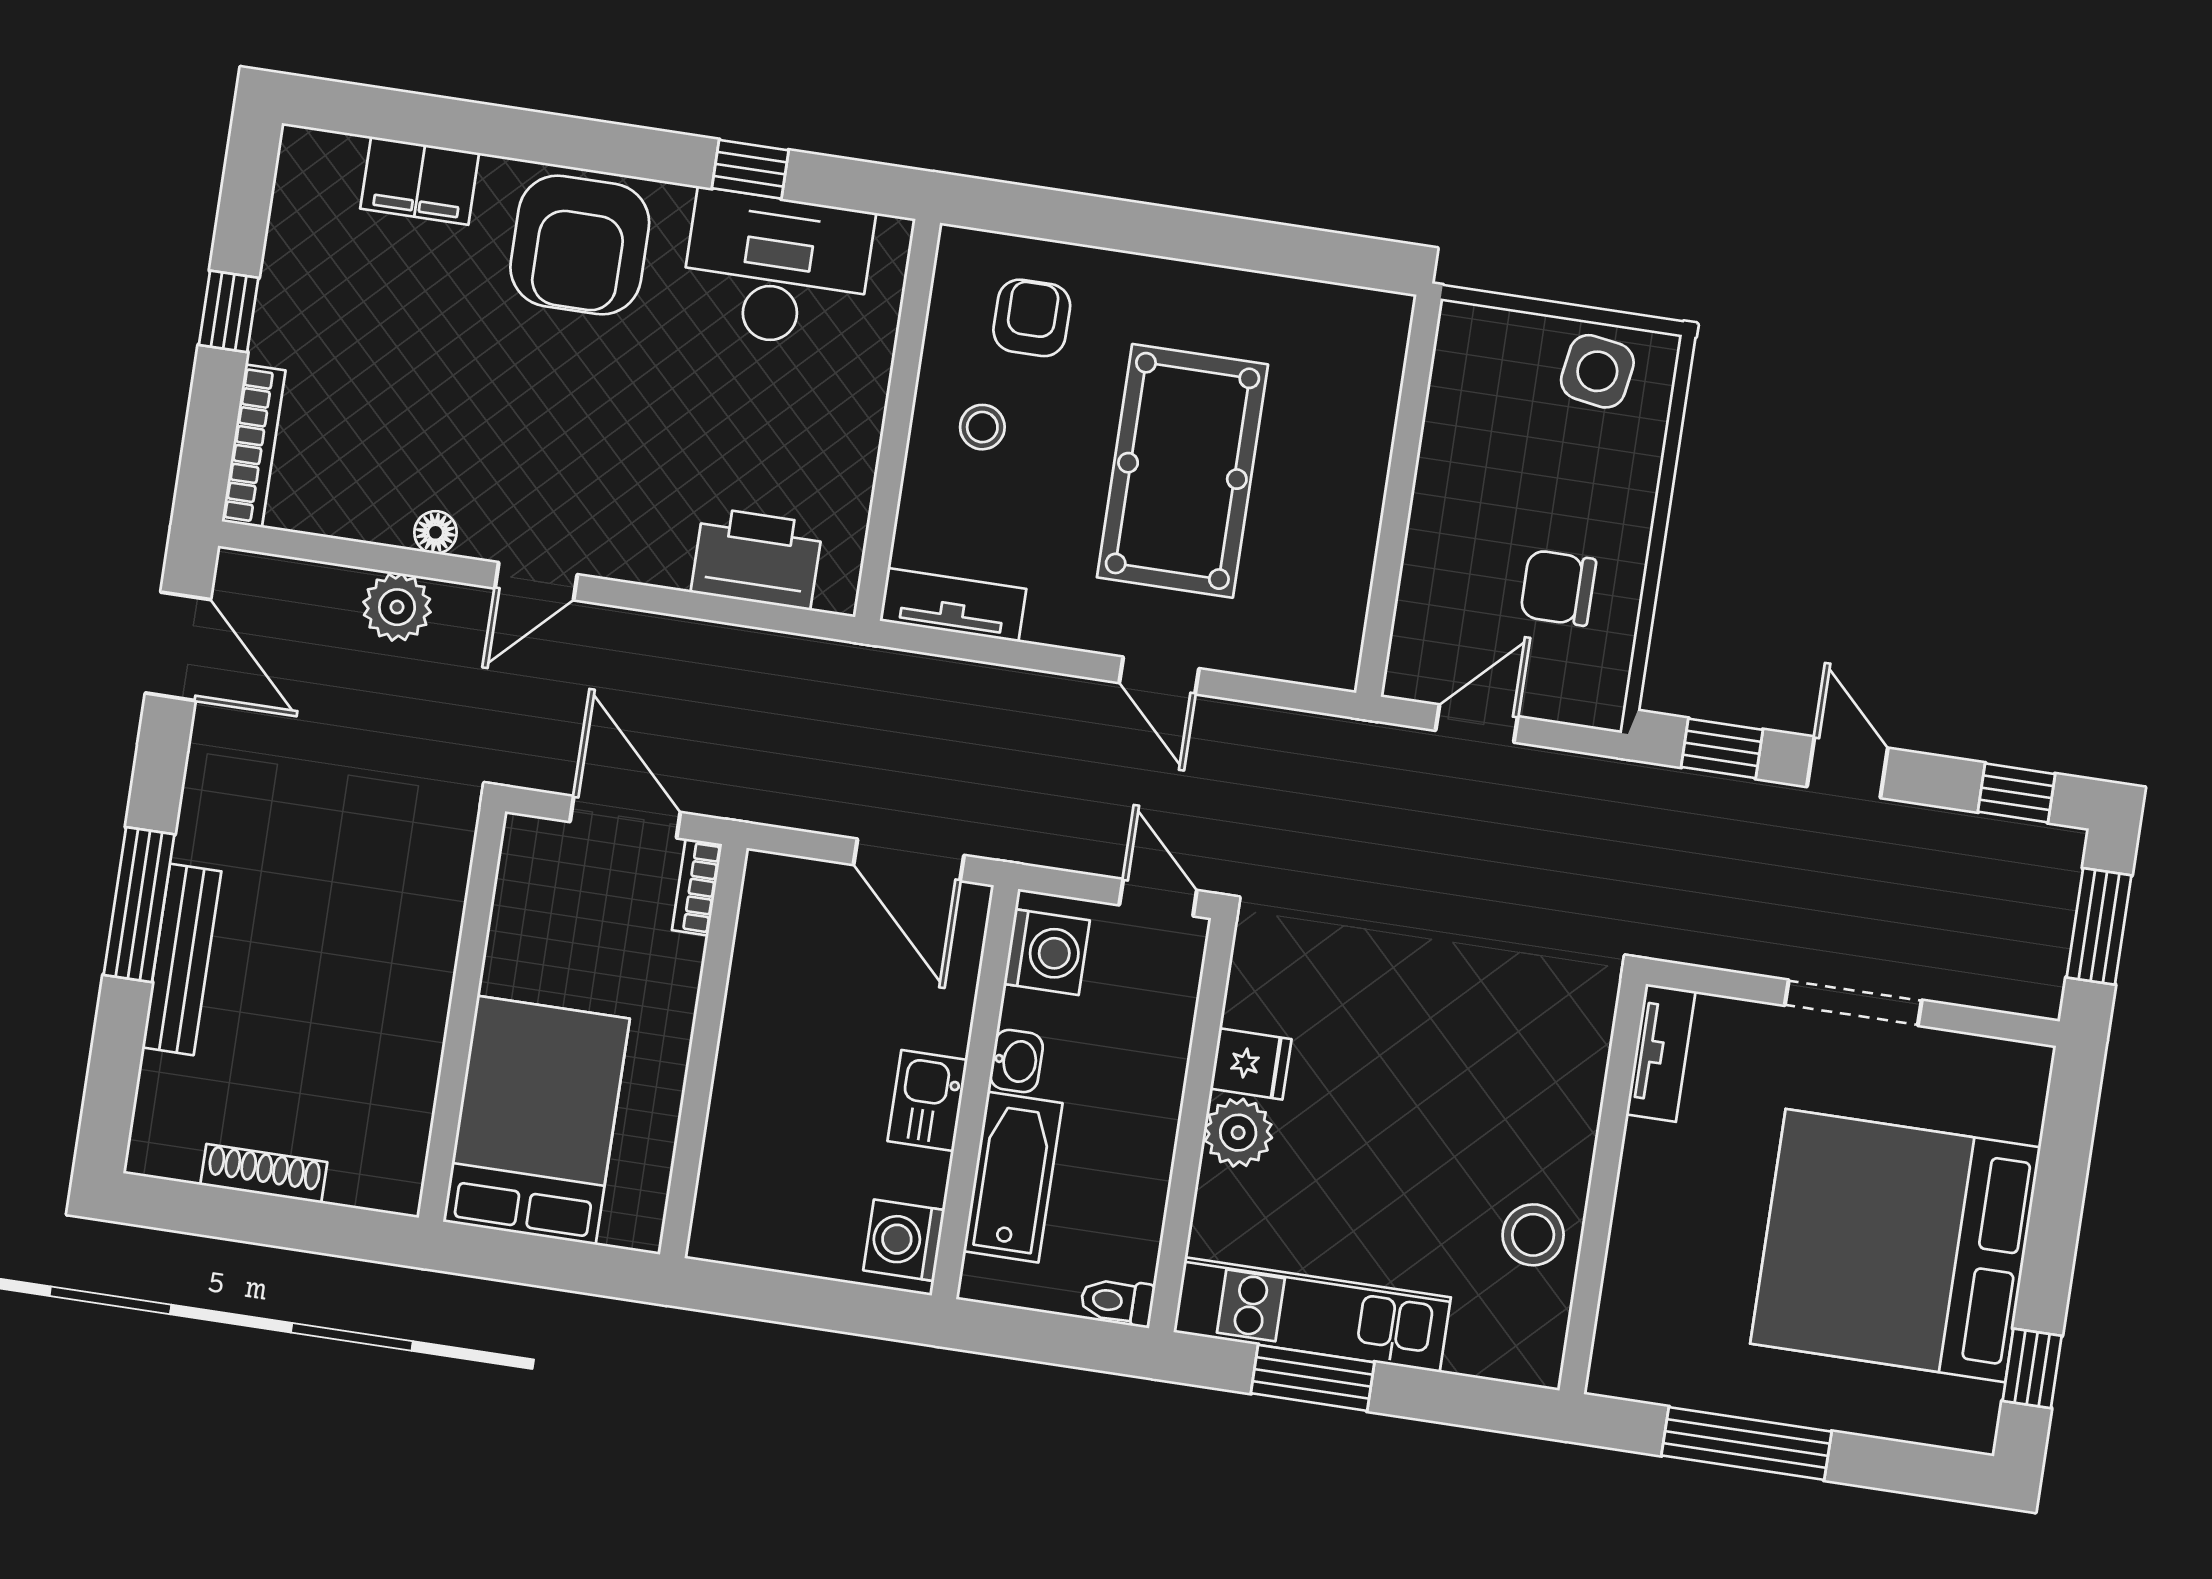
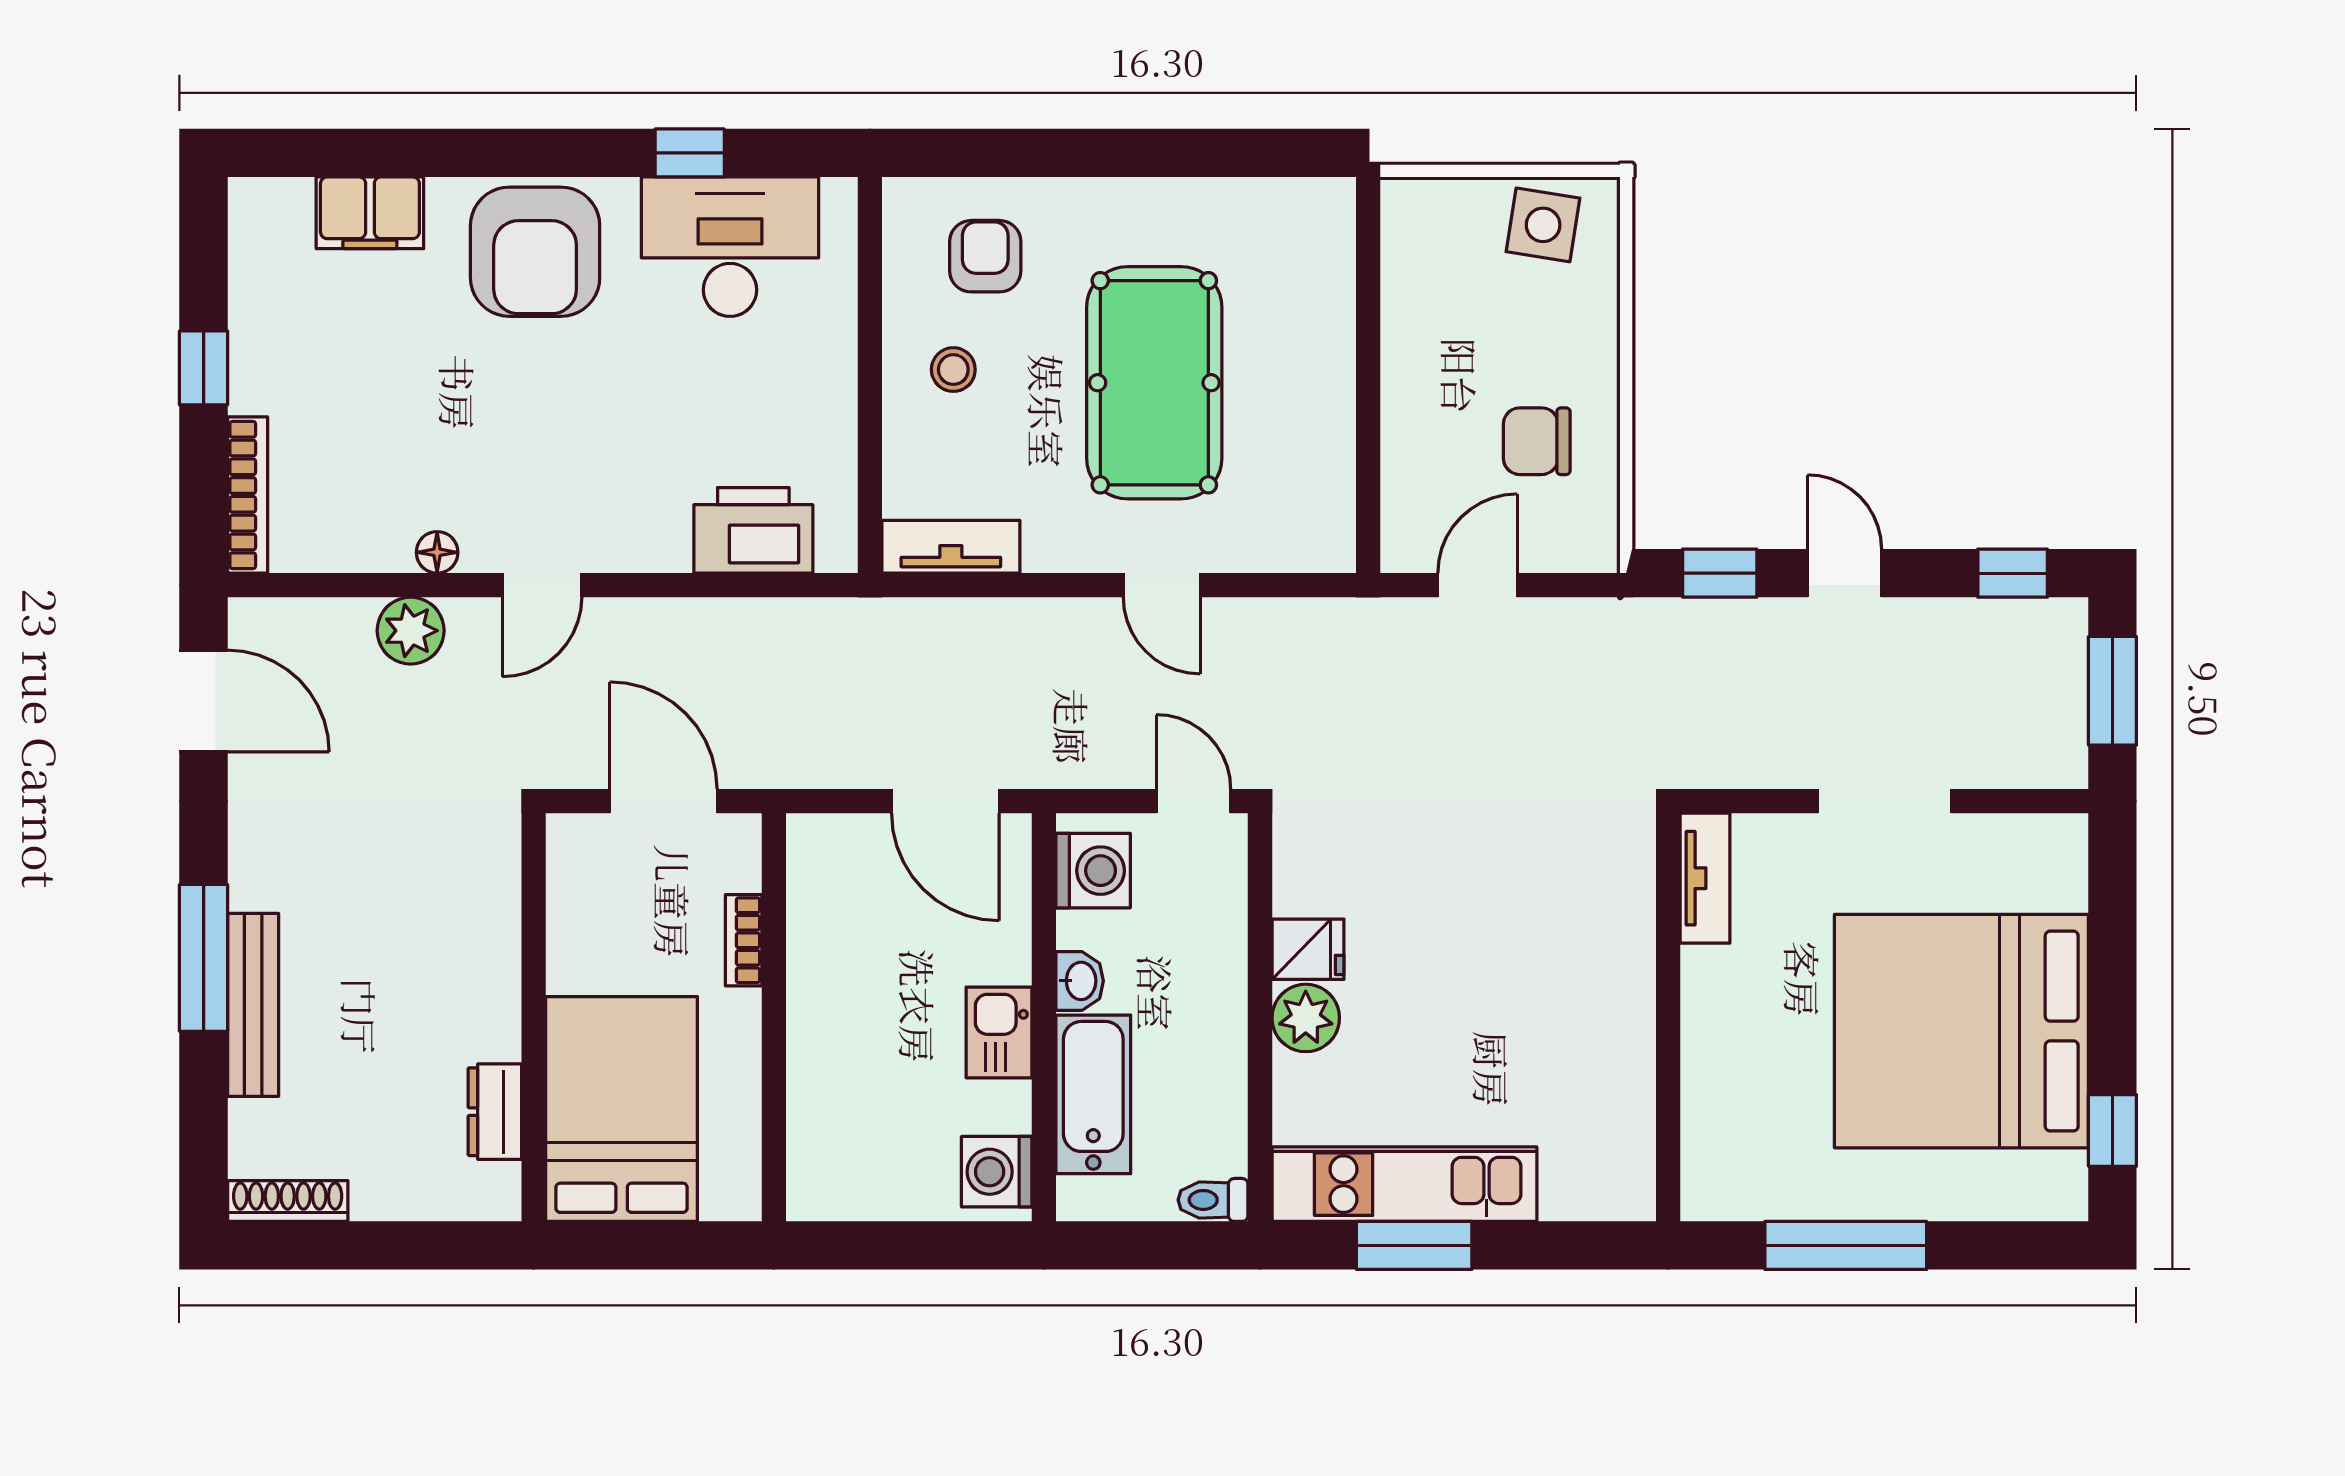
bookcase: (697, 887) -> (744, 940), moved
dresser: (409, 1104) -> (495, 1112), added
shoe rack: (264, 1174) -> (288, 1201), moved
stool: (1533, 1235) -> (1608, 1074), removed

